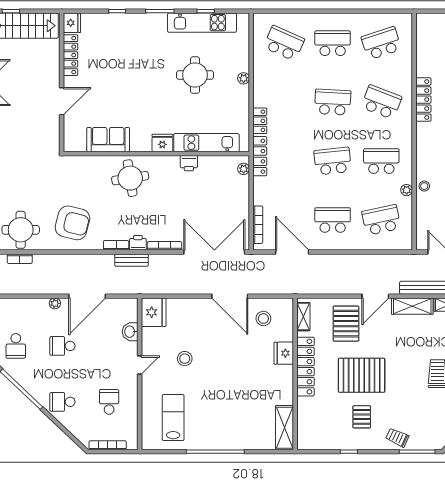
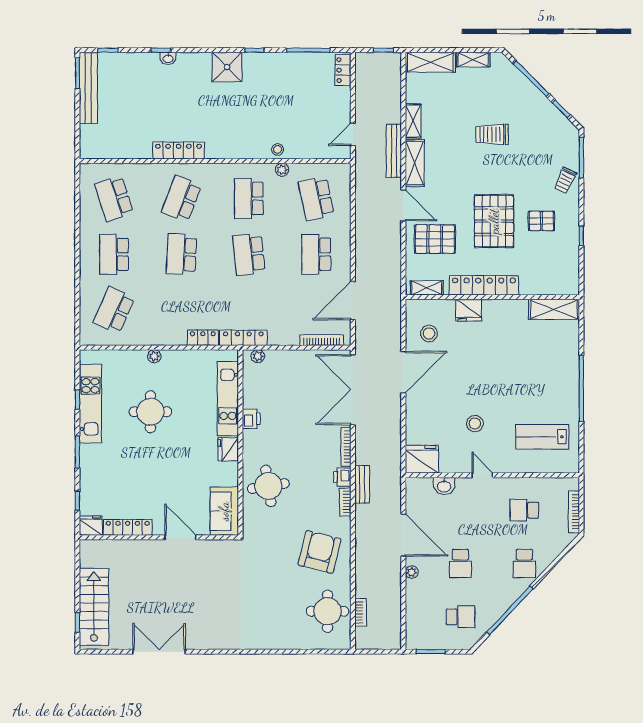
fridge: (72, 23) -> (91, 526), moved
locker: (70, 55) -> (128, 527), moved
wall: (62, 82) -> (159, 537), moved
door: (62, 101) -> (180, 537), moved

